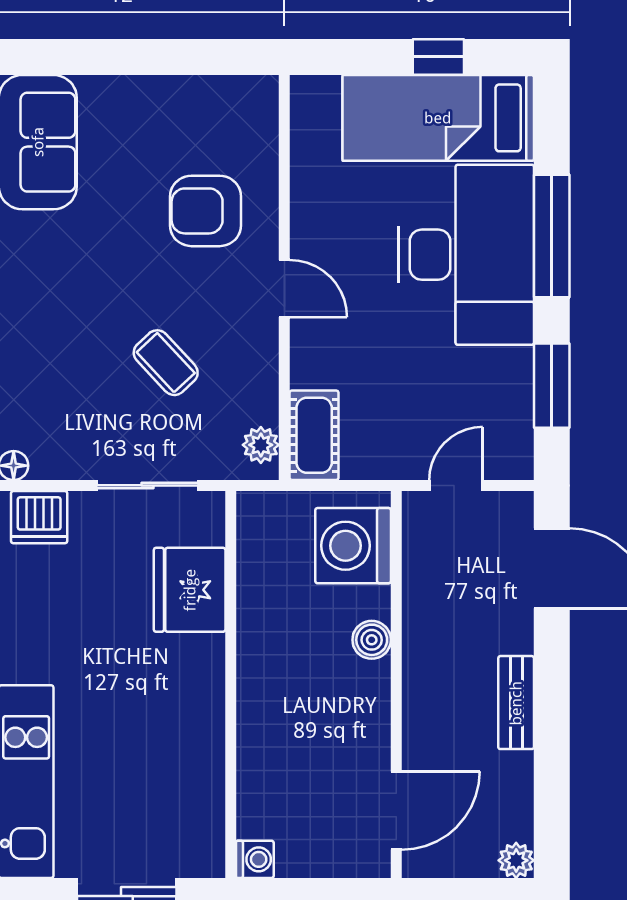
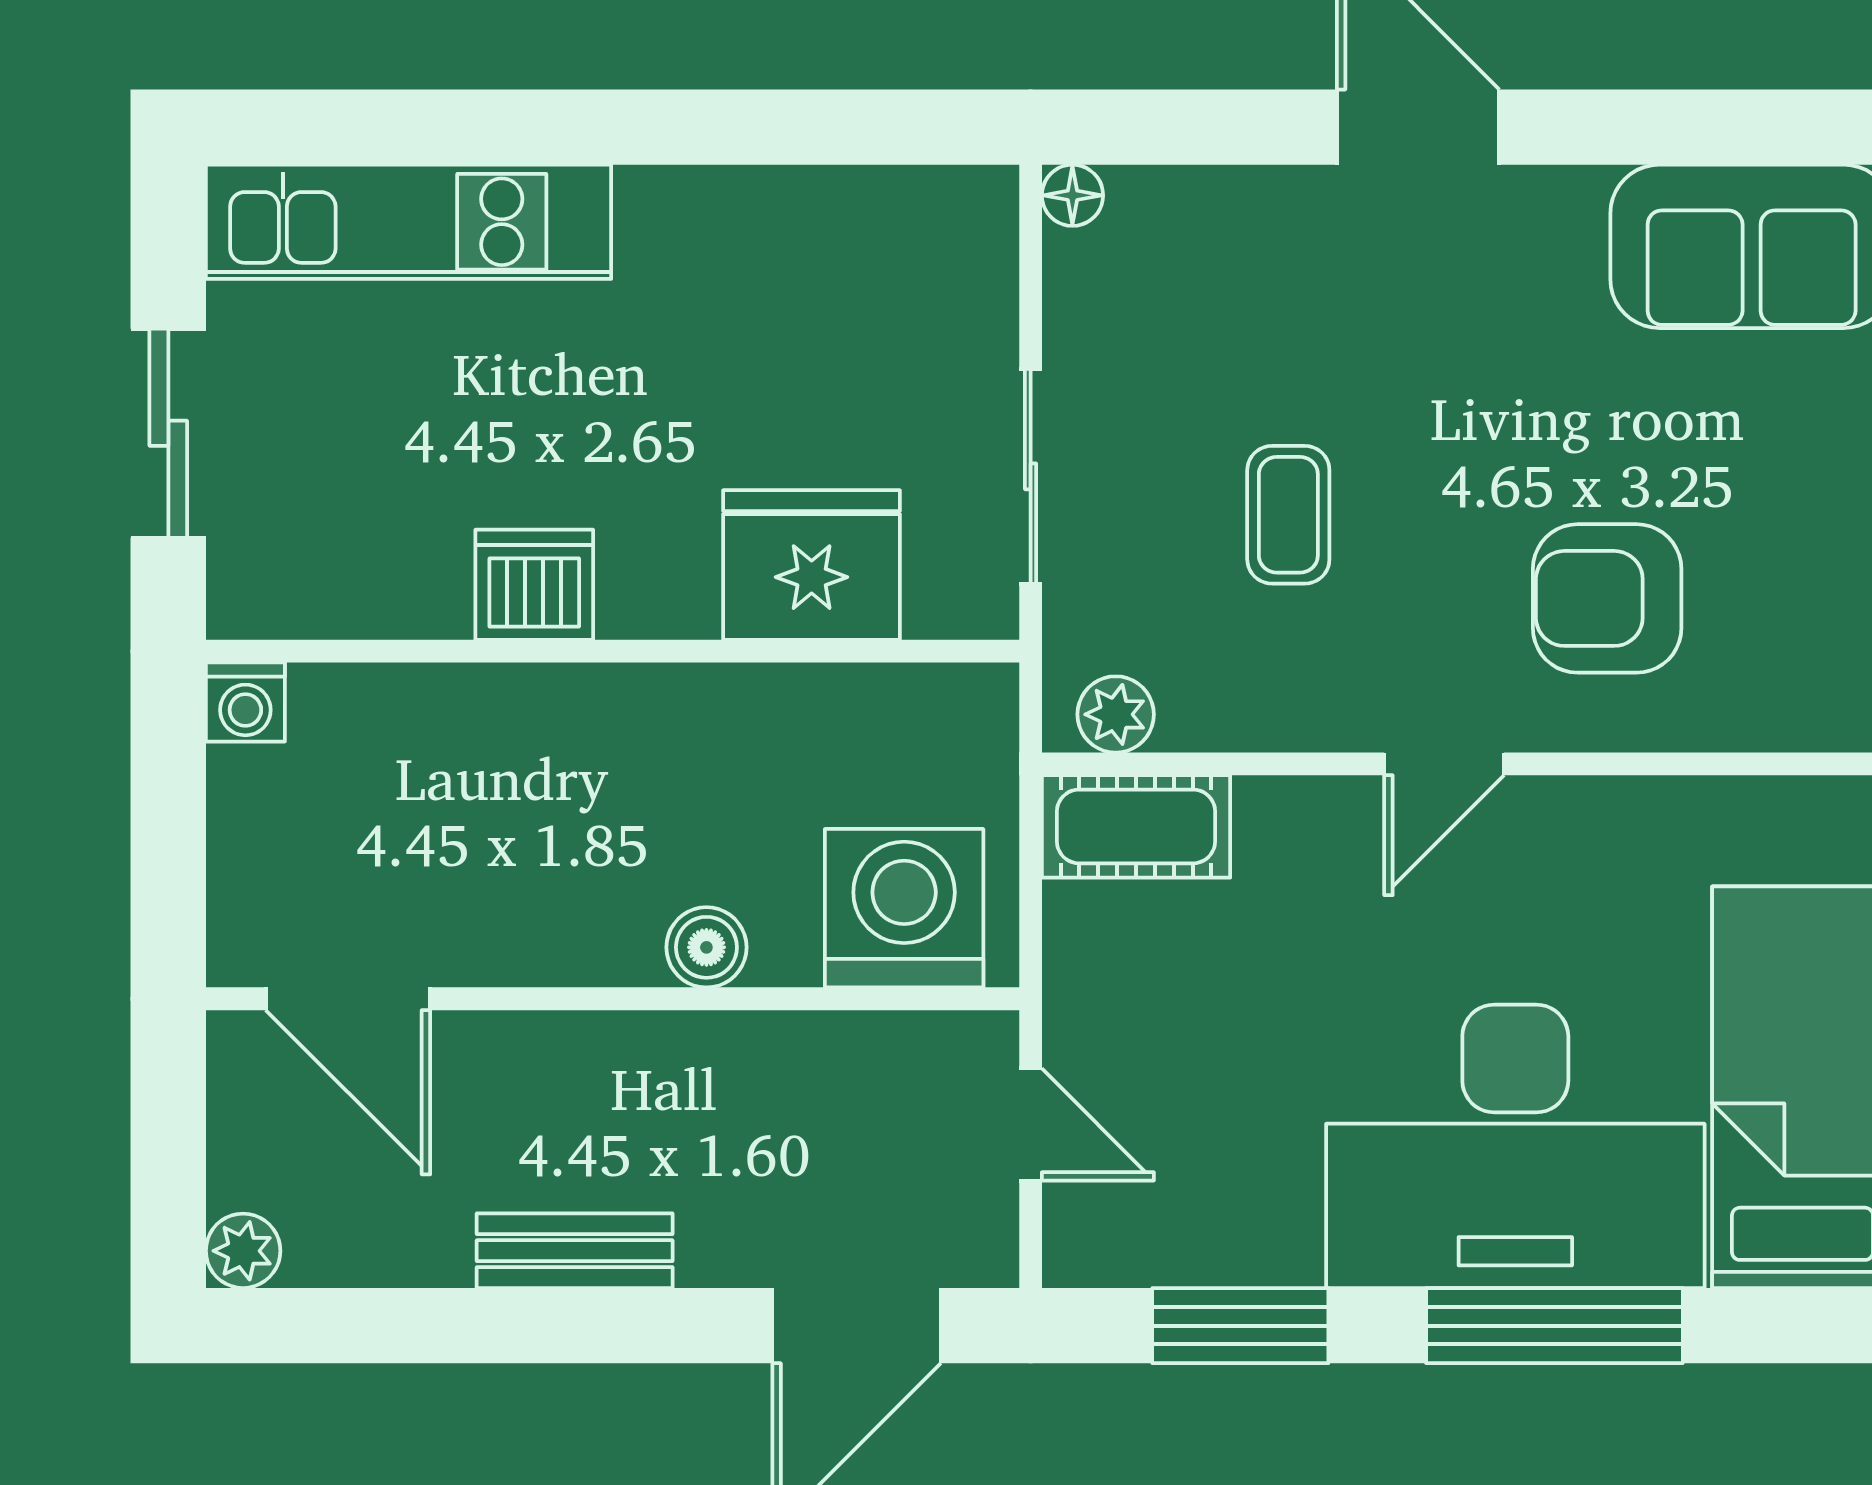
armchair: (206, 211) -> (1607, 598), turned -90
coffee table: (166, 363) -> (1288, 515), turned -47
dishwasher: (39, 517) -> (534, 585), moved, turned 90

